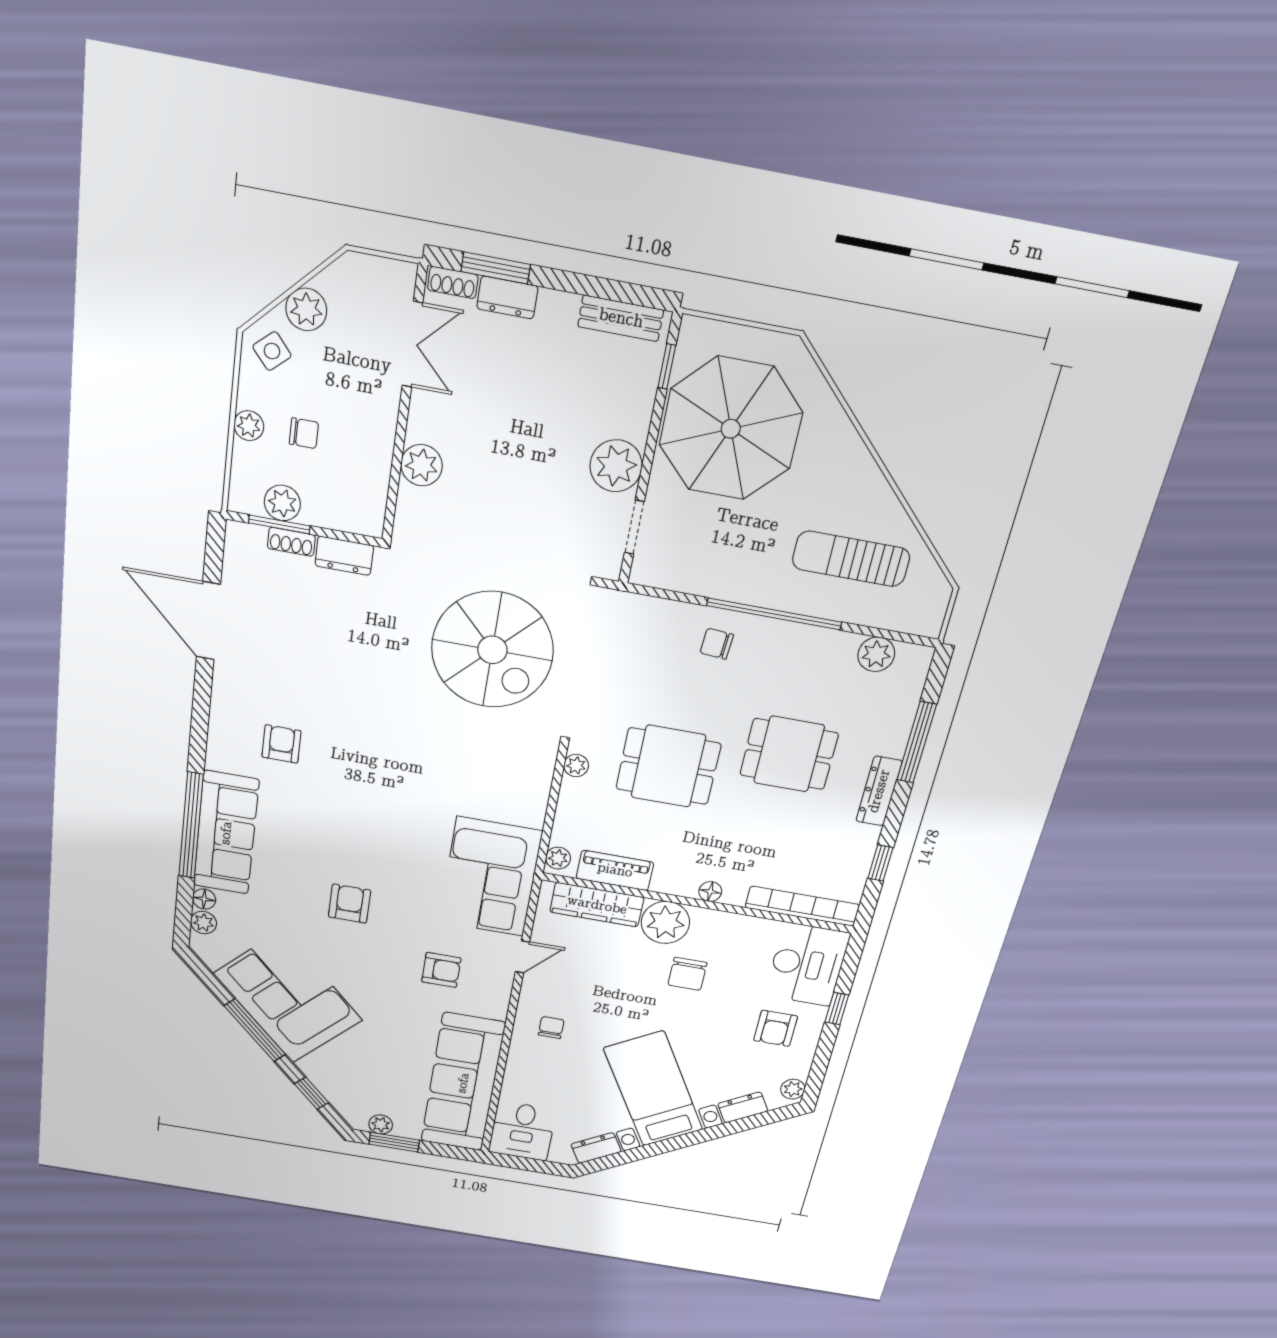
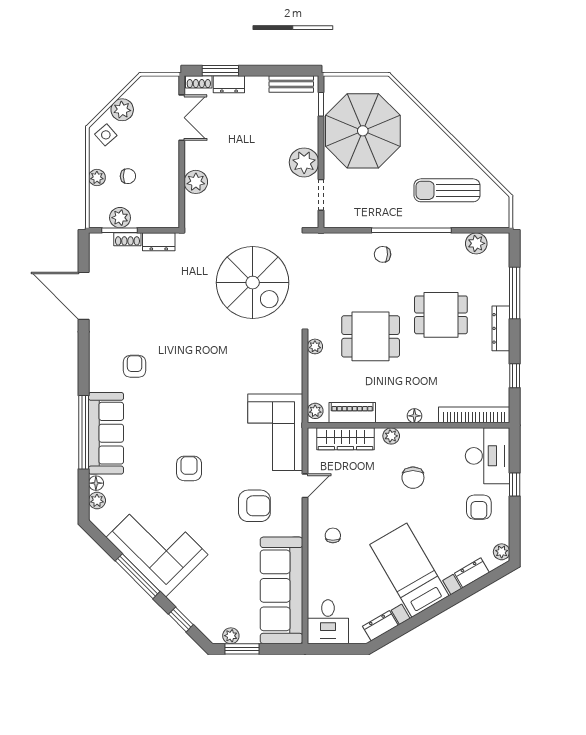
plant: (665, 922) -> (391, 436), width x0.53, depth x0.53
armchair: (441, 970) -> (254, 506), width x1.38, depth x1.38

